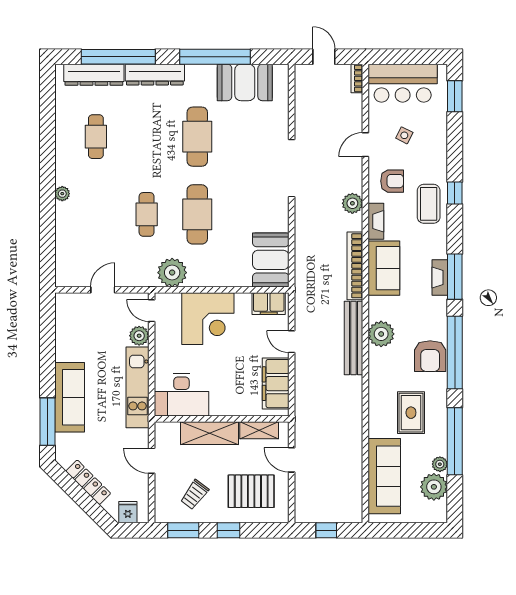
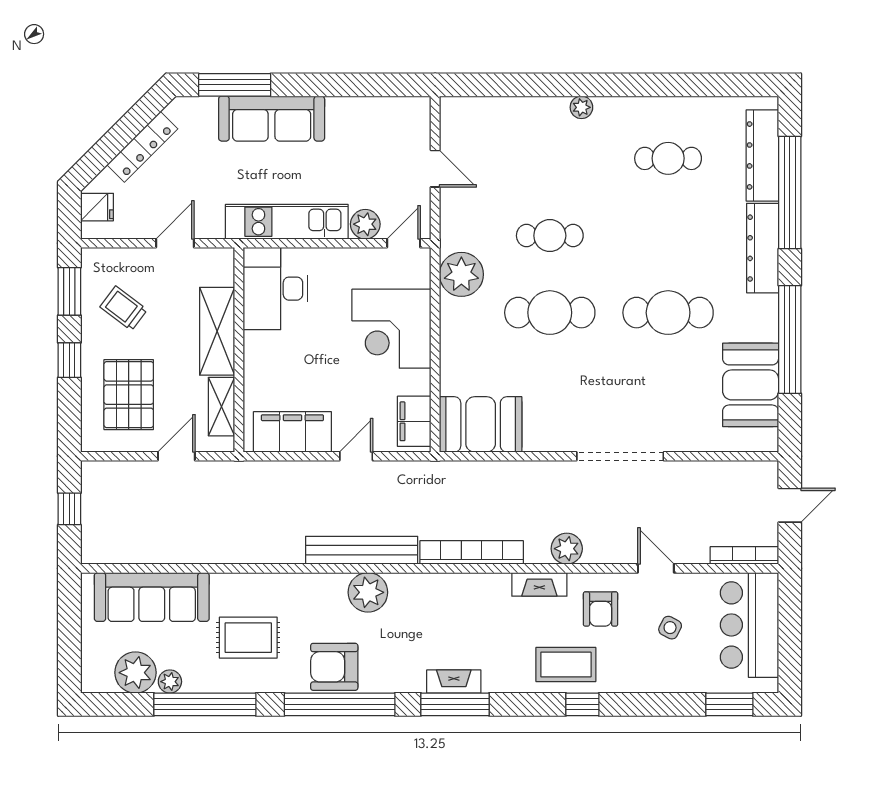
bookcase: (357, 78) -> (744, 555), width x1.56
sofa: (384, 268) -> (468, 597), removed

